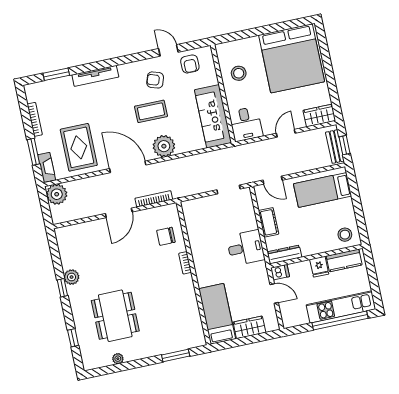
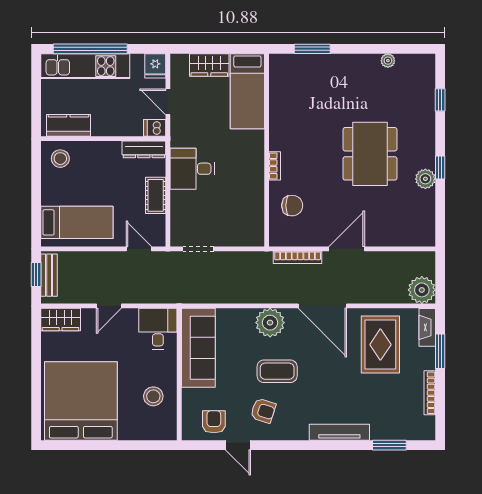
fridge: (319, 267) -> (155, 66), moved, turned 180
dining table: (115, 316) -> (370, 154), moved

